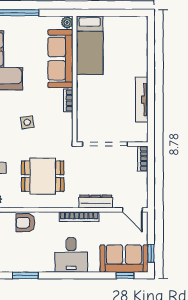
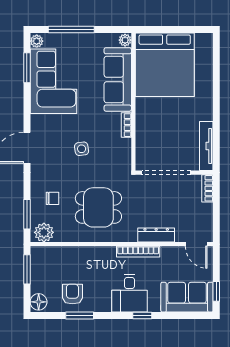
bed: (90, 45) -> (165, 65), width x2.04
tv unit: (142, 99) -> (206, 146), moved
armchair: (25, 223) -> (72, 294), moved, turned 90
window: (125, 275) -> (142, 316), moved

